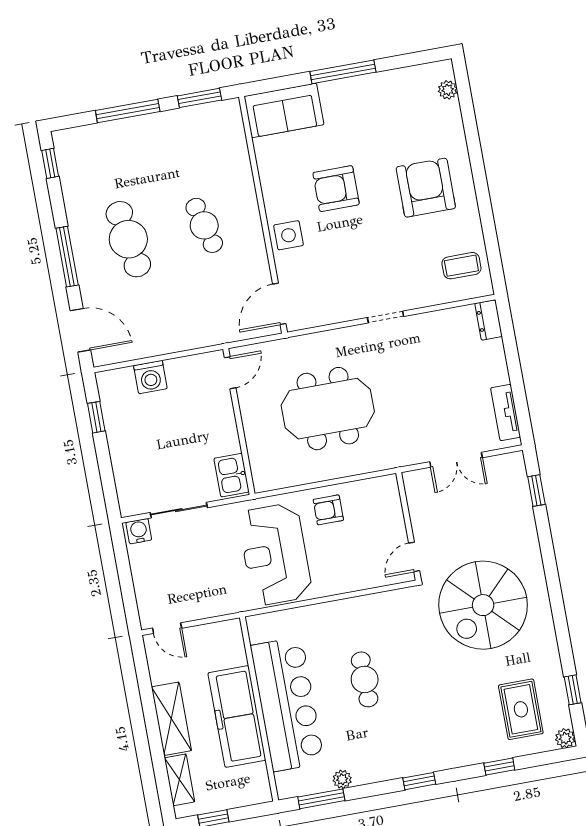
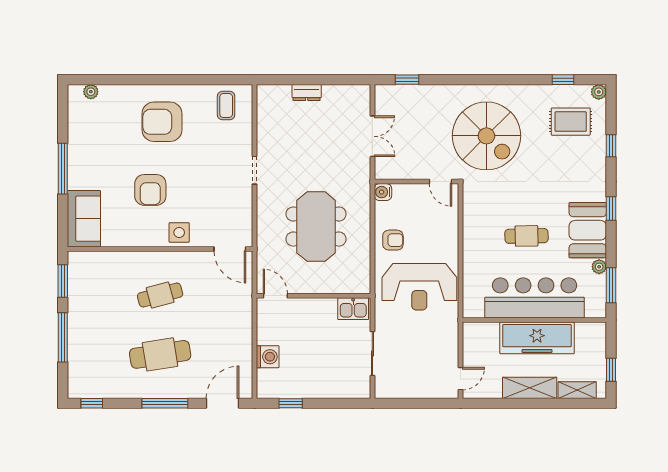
dresser: (489, 320) -> (307, 92), moved
tv unit: (506, 413) -> (344, 92), removed
armchair: (328, 510) -> (393, 240), turned -90
water cooler: (139, 531) -> (383, 192), moved
booth: (386, 756) -> (588, 230), added

